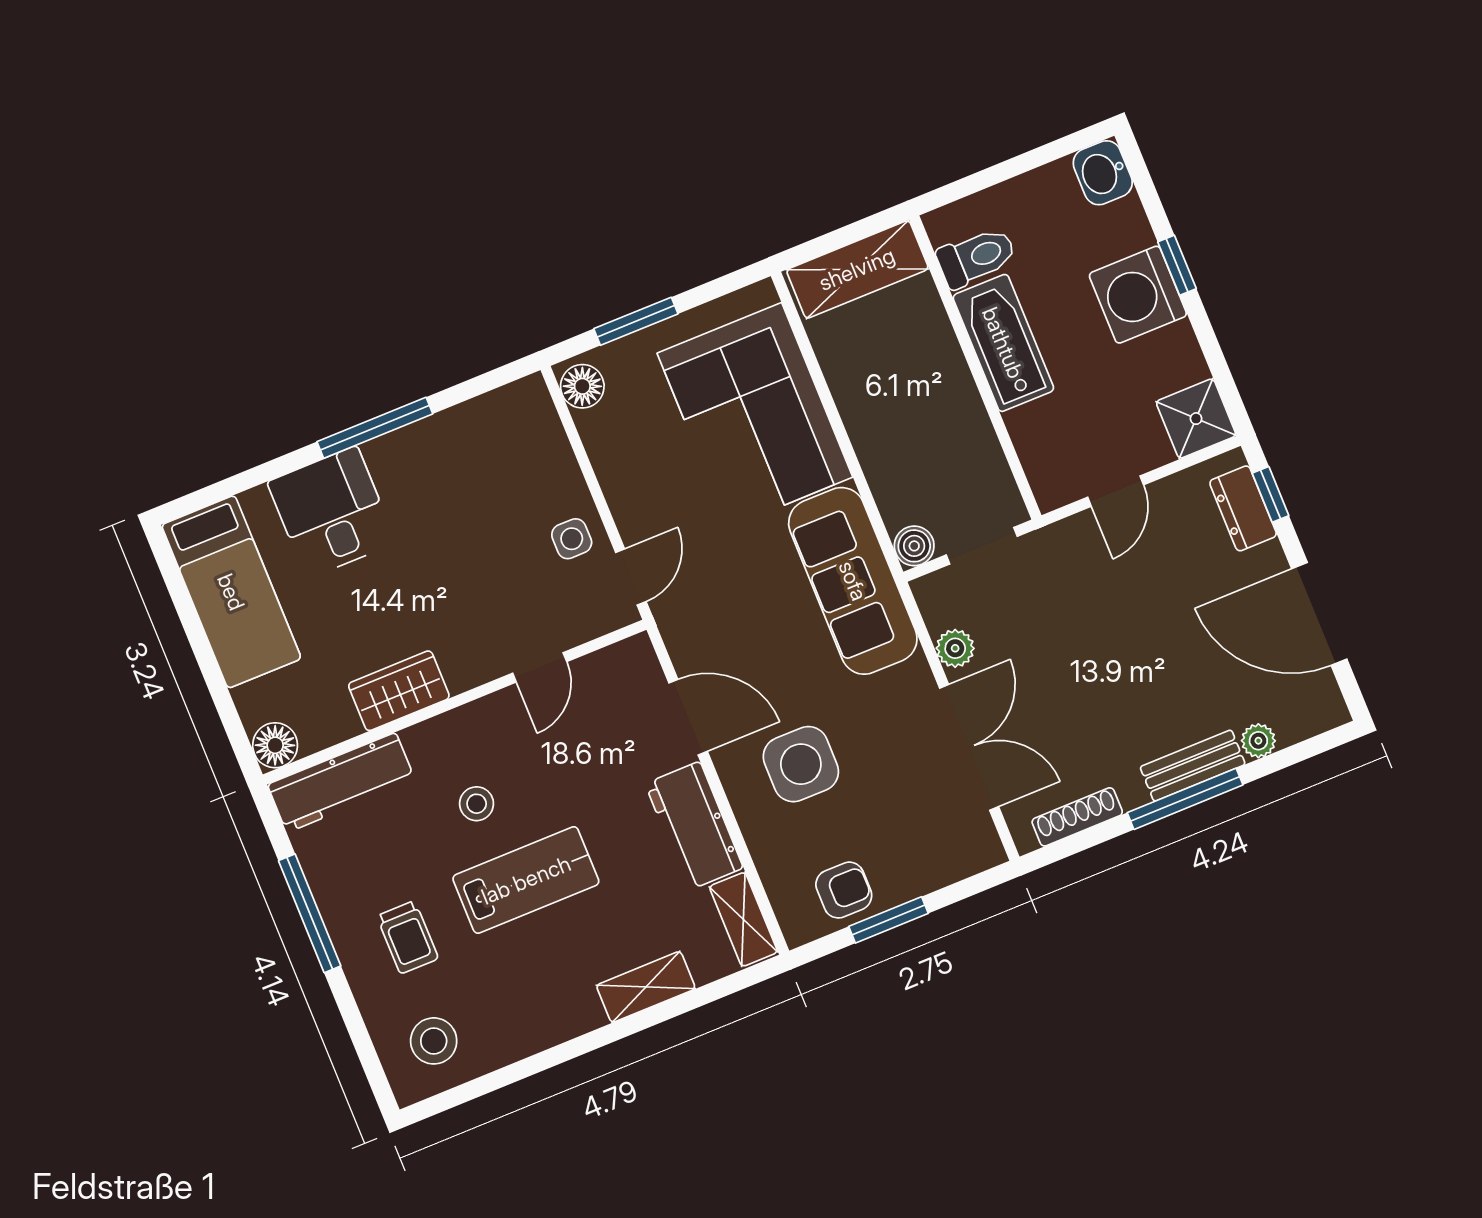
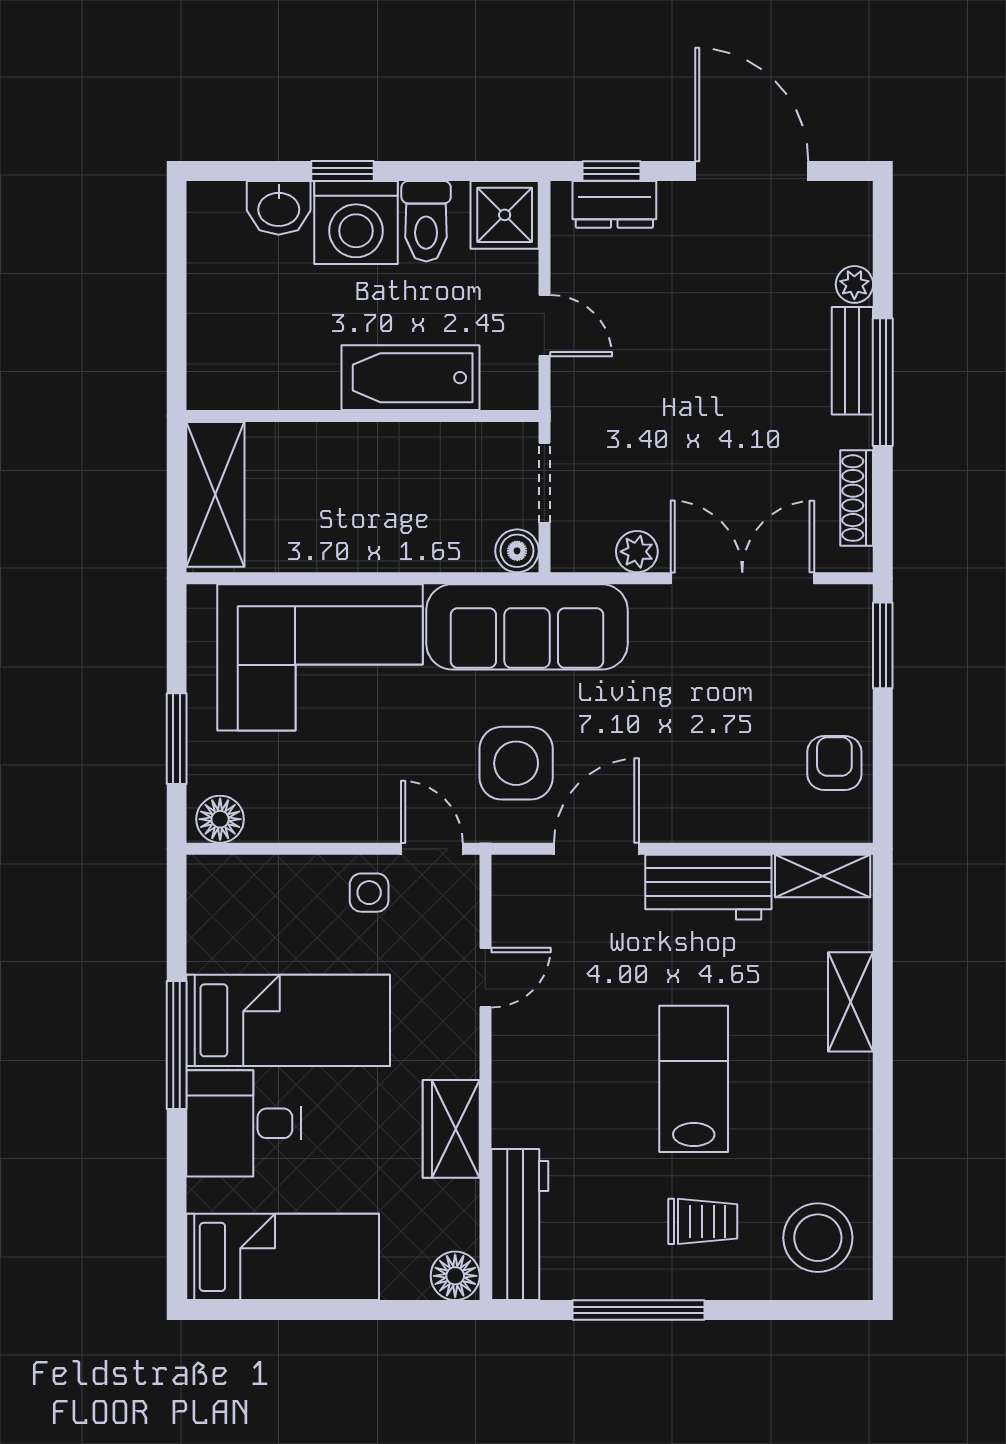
washbasin: (1103, 173) -> (279, 208), moved
toilet: (976, 257) -> (426, 221), moved, turned 180
bathtub: (1003, 343) -> (411, 378), moved
bed: (435, 514) -> (288, 1020), added
door: (1319, 614) -> (752, 171), swing flipped
door: (540, 667) -> (485, 978), hinge flipped
side table: (801, 764) -> (516, 763), moved
stool: (477, 804) -> (597, 1097), removed
window: (889, 920) -> (883, 645), moved
stool: (434, 1041) -> (818, 1238), width x1.38, depth x1.38

